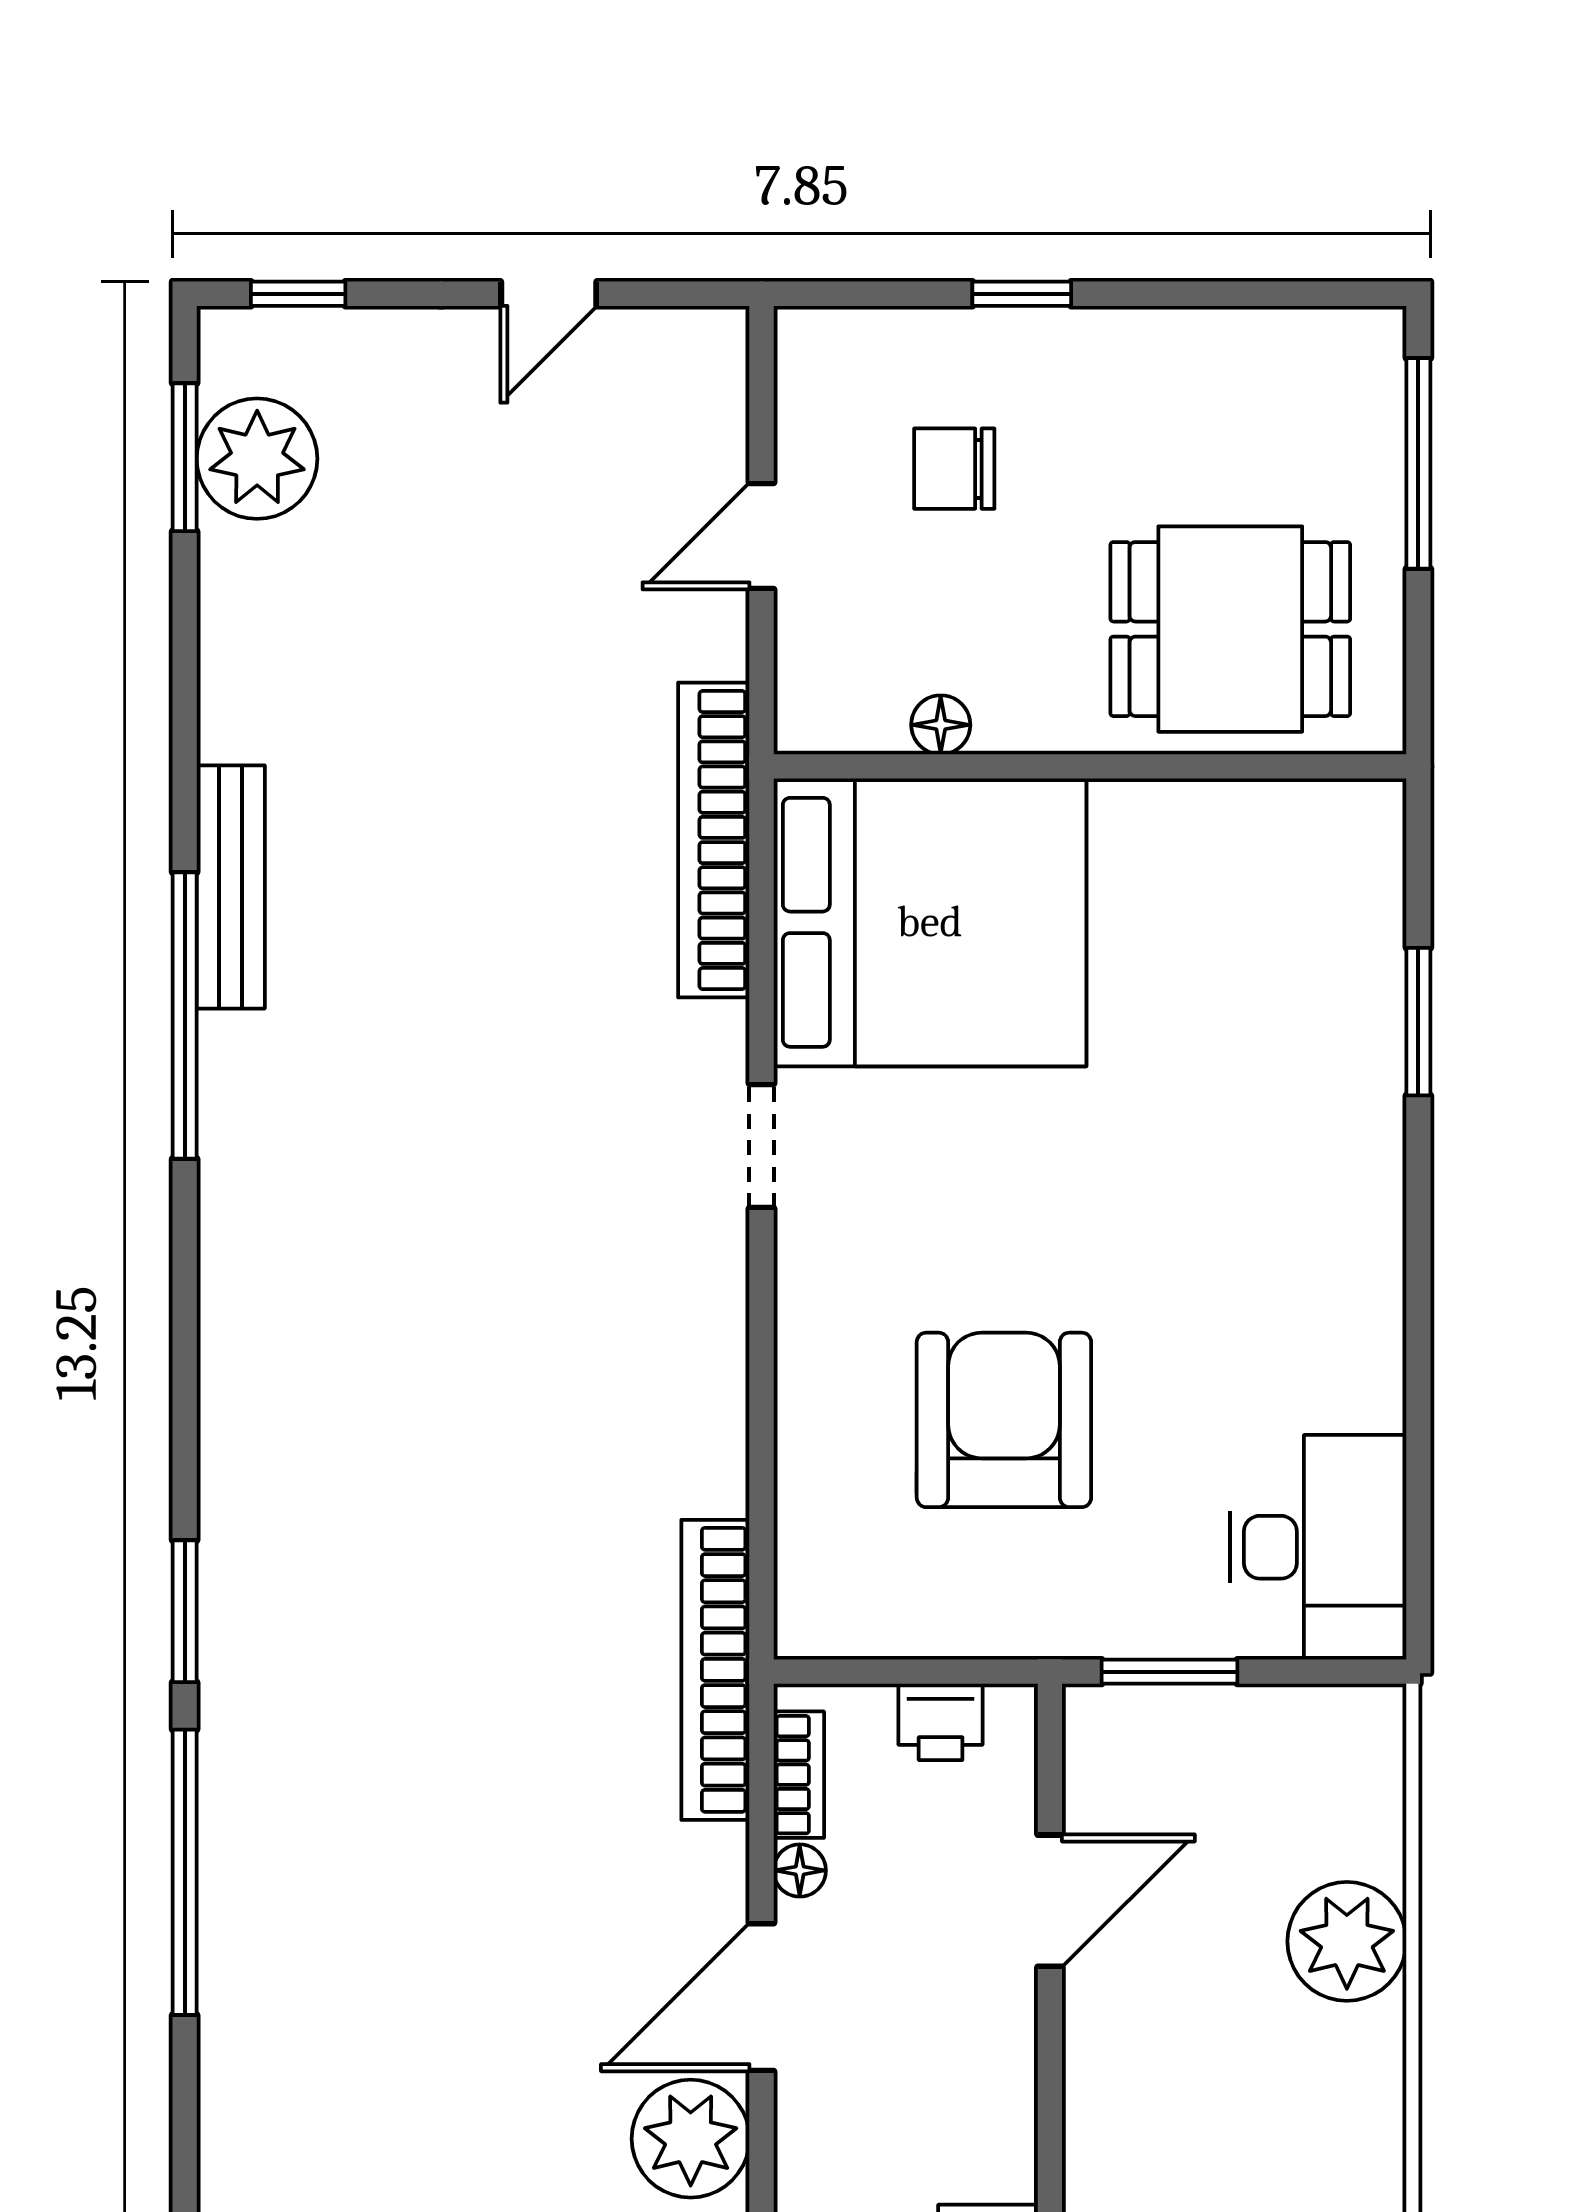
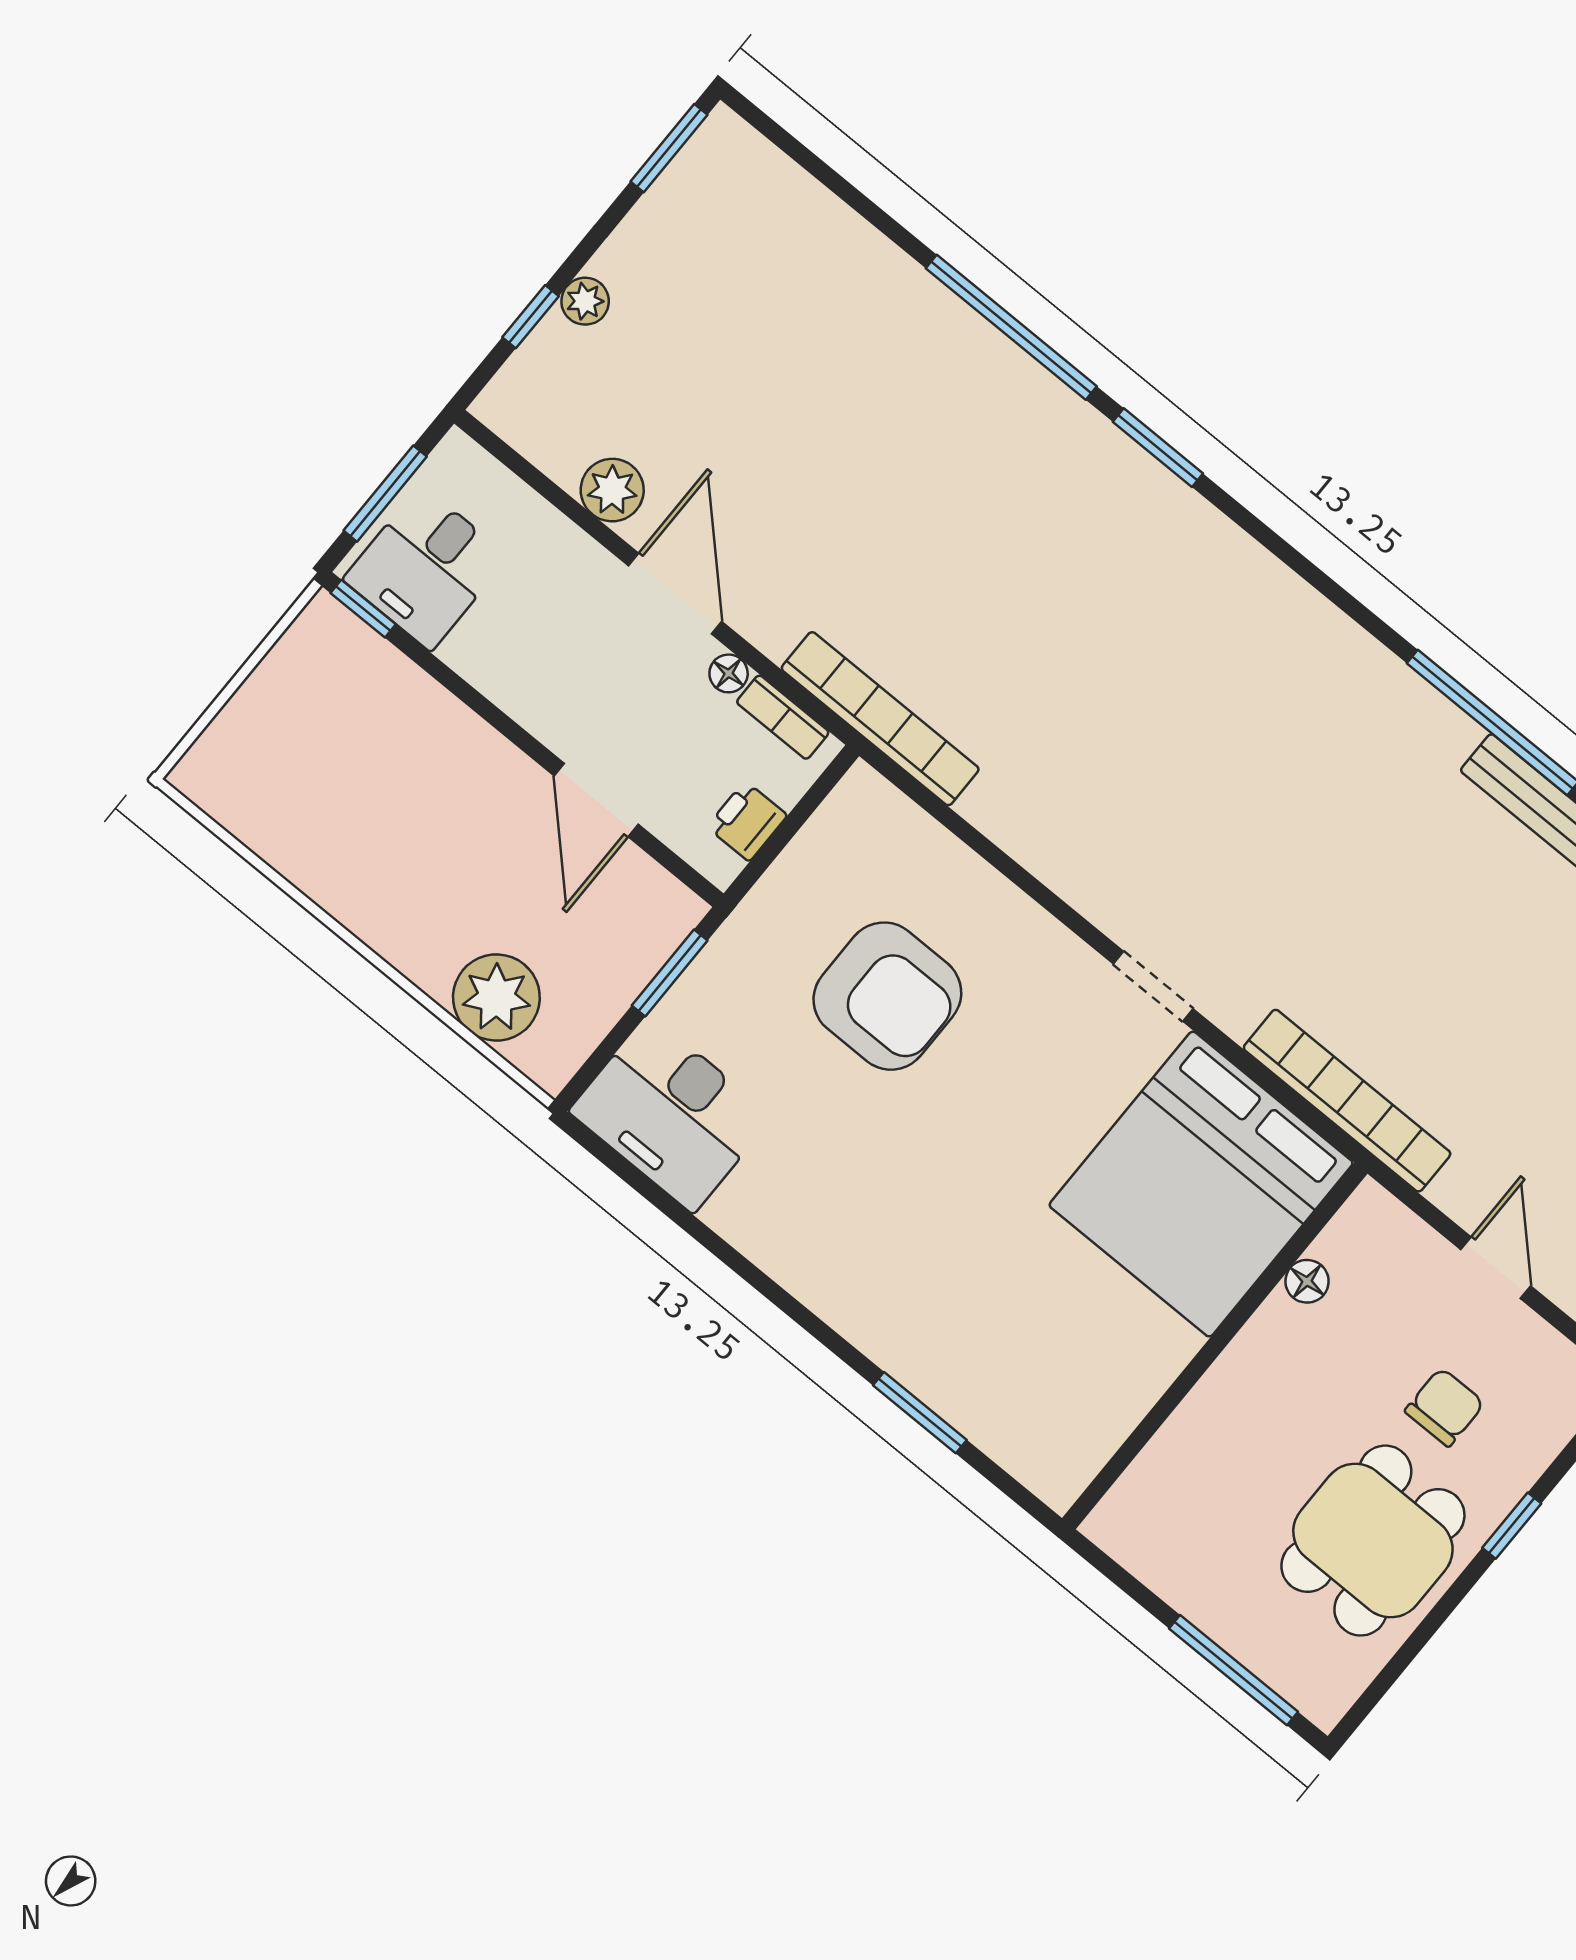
dining table: (1230, 629) -> (1373, 1541), moved
plant: (1347, 1941) -> (496, 997), moved
plant: (691, 2139) -> (612, 490), width x0.73, depth x0.73

